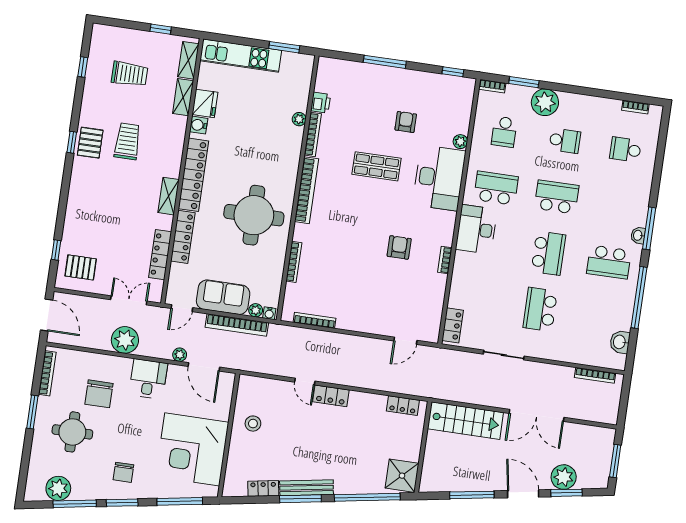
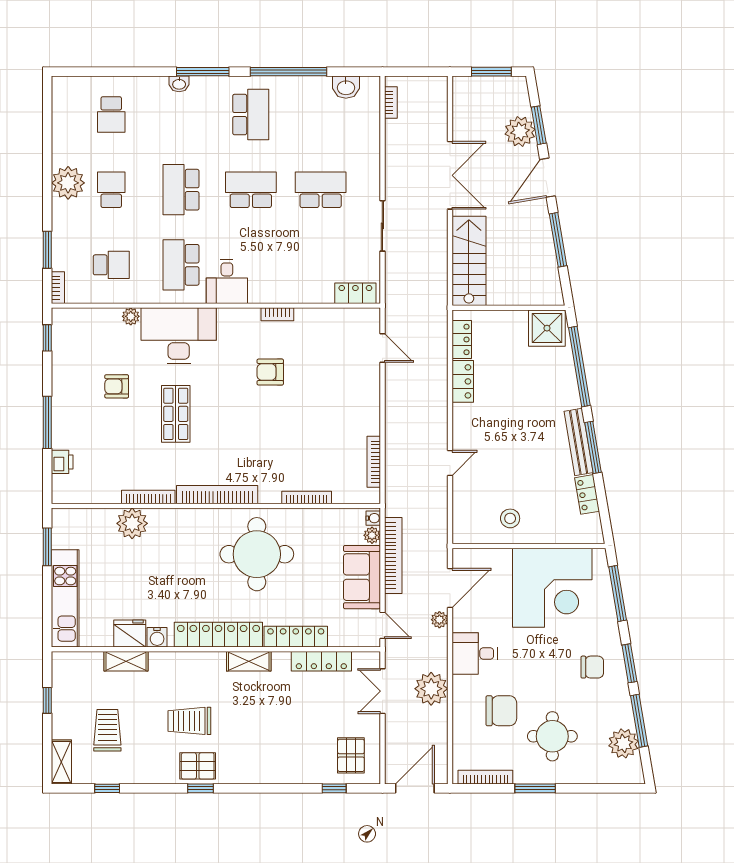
shelving: (188, 60) -> (61, 762), moved, turned 90
plant: (545, 102) -> (68, 183), moved
printer: (321, 103) -> (62, 462), moved, turned 90
bookcase: (635, 107) -> (58, 110), removed
plant: (299, 119) -> (132, 523), width x1.88, depth x1.88
desk: (476, 229) -> (227, 281), width x0.73
washbasin: (638, 235) -> (179, 84), moved
school desk: (540, 309) -> (321, 190), turned 180
bookcase: (595, 375) -> (391, 102), width x0.64
locker: (331, 396) -> (463, 381), moved

